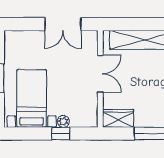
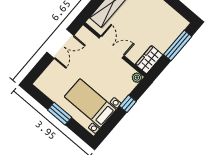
plant: (63, 121) -> (137, 78), moved

